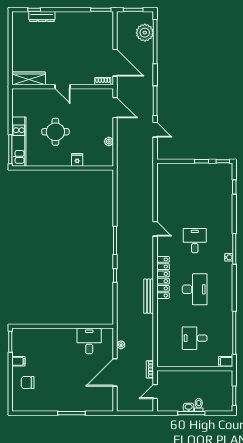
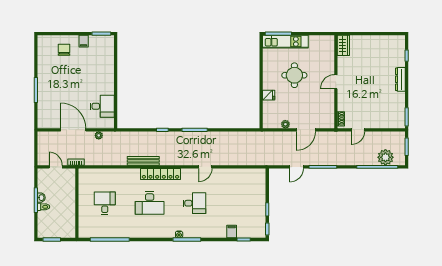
dresser: (42, 16) -> (400, 79), moved
door: (115, 63) -> (358, 130), width x0.53
wardrobe: (29, 78) -> (343, 45), width x0.67
door: (115, 108) -> (306, 130), moved
filing cabinet: (226, 362) -> (232, 232), moved

